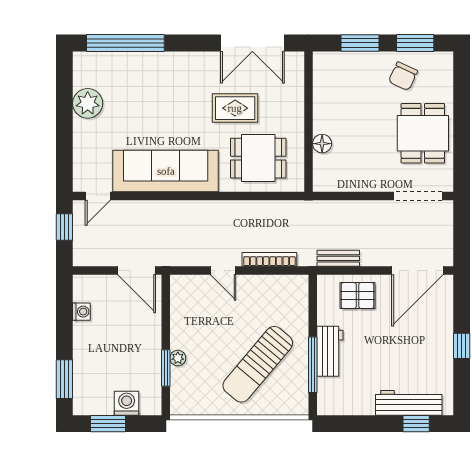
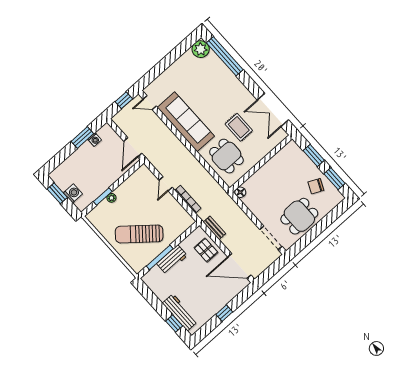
plant: (88, 103) -> (201, 49), moved
floor lamp: (322, 144) -> (240, 192), moved
window: (64, 379) -> (82, 138), moved

